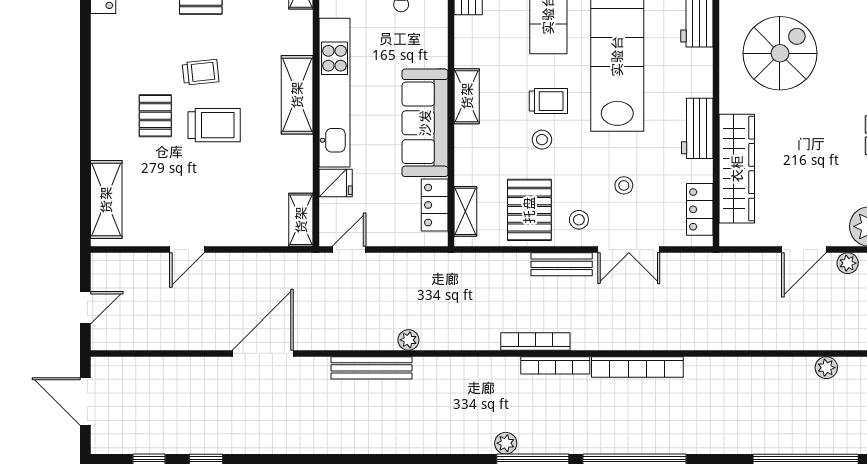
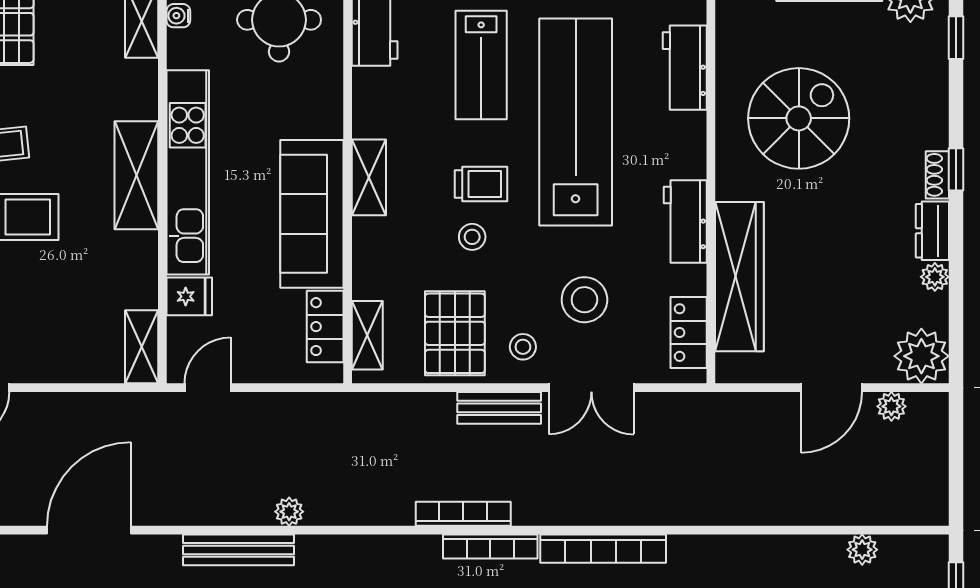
stool: (624, 185) -> (584, 300), width x1.89, depth x1.89

